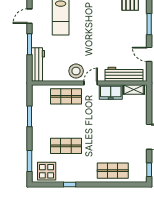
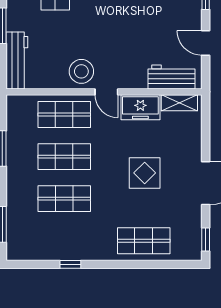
workbench: (124, 74) -> (172, 77), width x0.73
door: (91, 83) -> (106, 92), swing flipped
shop shelf: (66, 121) -> (64, 157), added
display table: (47, 171) -> (145, 173), moved

